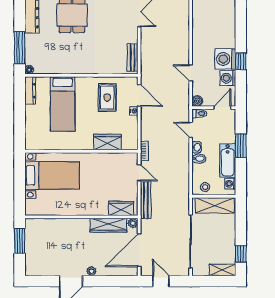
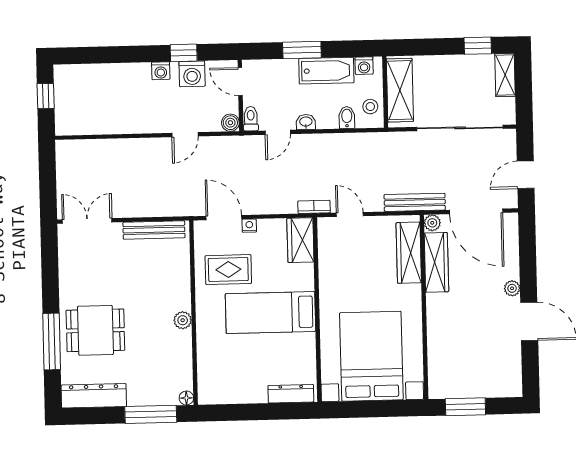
bench: (133, 57) -> (154, 230), width x1.36
washing machine: (225, 59) -> (161, 71), width x0.53, depth x0.53
window: (241, 61) -> (184, 53), moved
plant: (77, 69) -> (183, 320), added
dresser: (30, 91) -> (291, 394), moved
door: (139, 96) -> (224, 218), hinge flipped
bed: (63, 104) -> (270, 313), moved, turned 180
wardrobe: (107, 142) -> (300, 240), moved
bidet: (199, 159) -> (347, 117), moved
door: (139, 173) -> (350, 214), hinge flipped
bed with nightstands: (52, 176) -> (371, 356), width x1.36
bench: (146, 200) -> (415, 202), moved
wardrobe: (121, 208) -> (409, 253), width x1.50

